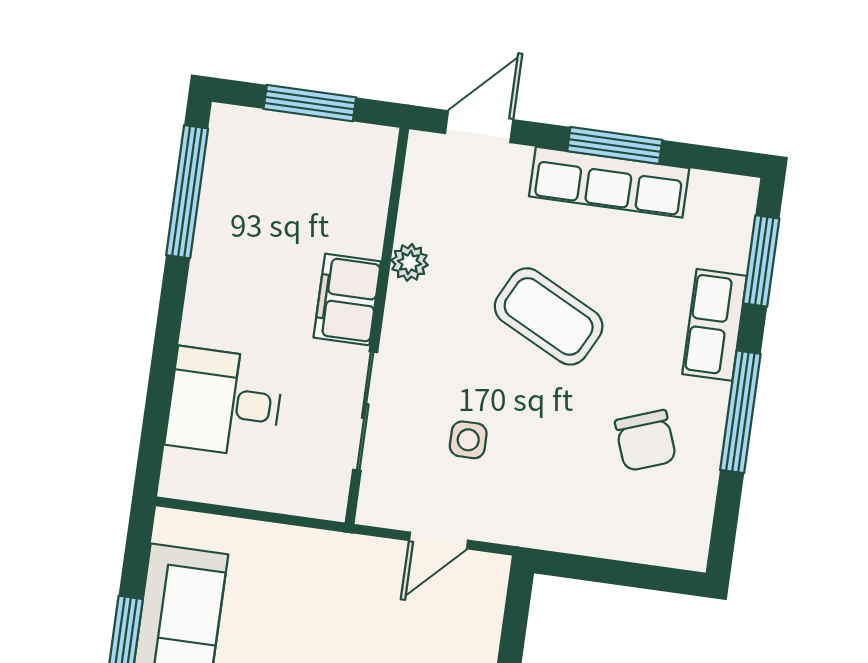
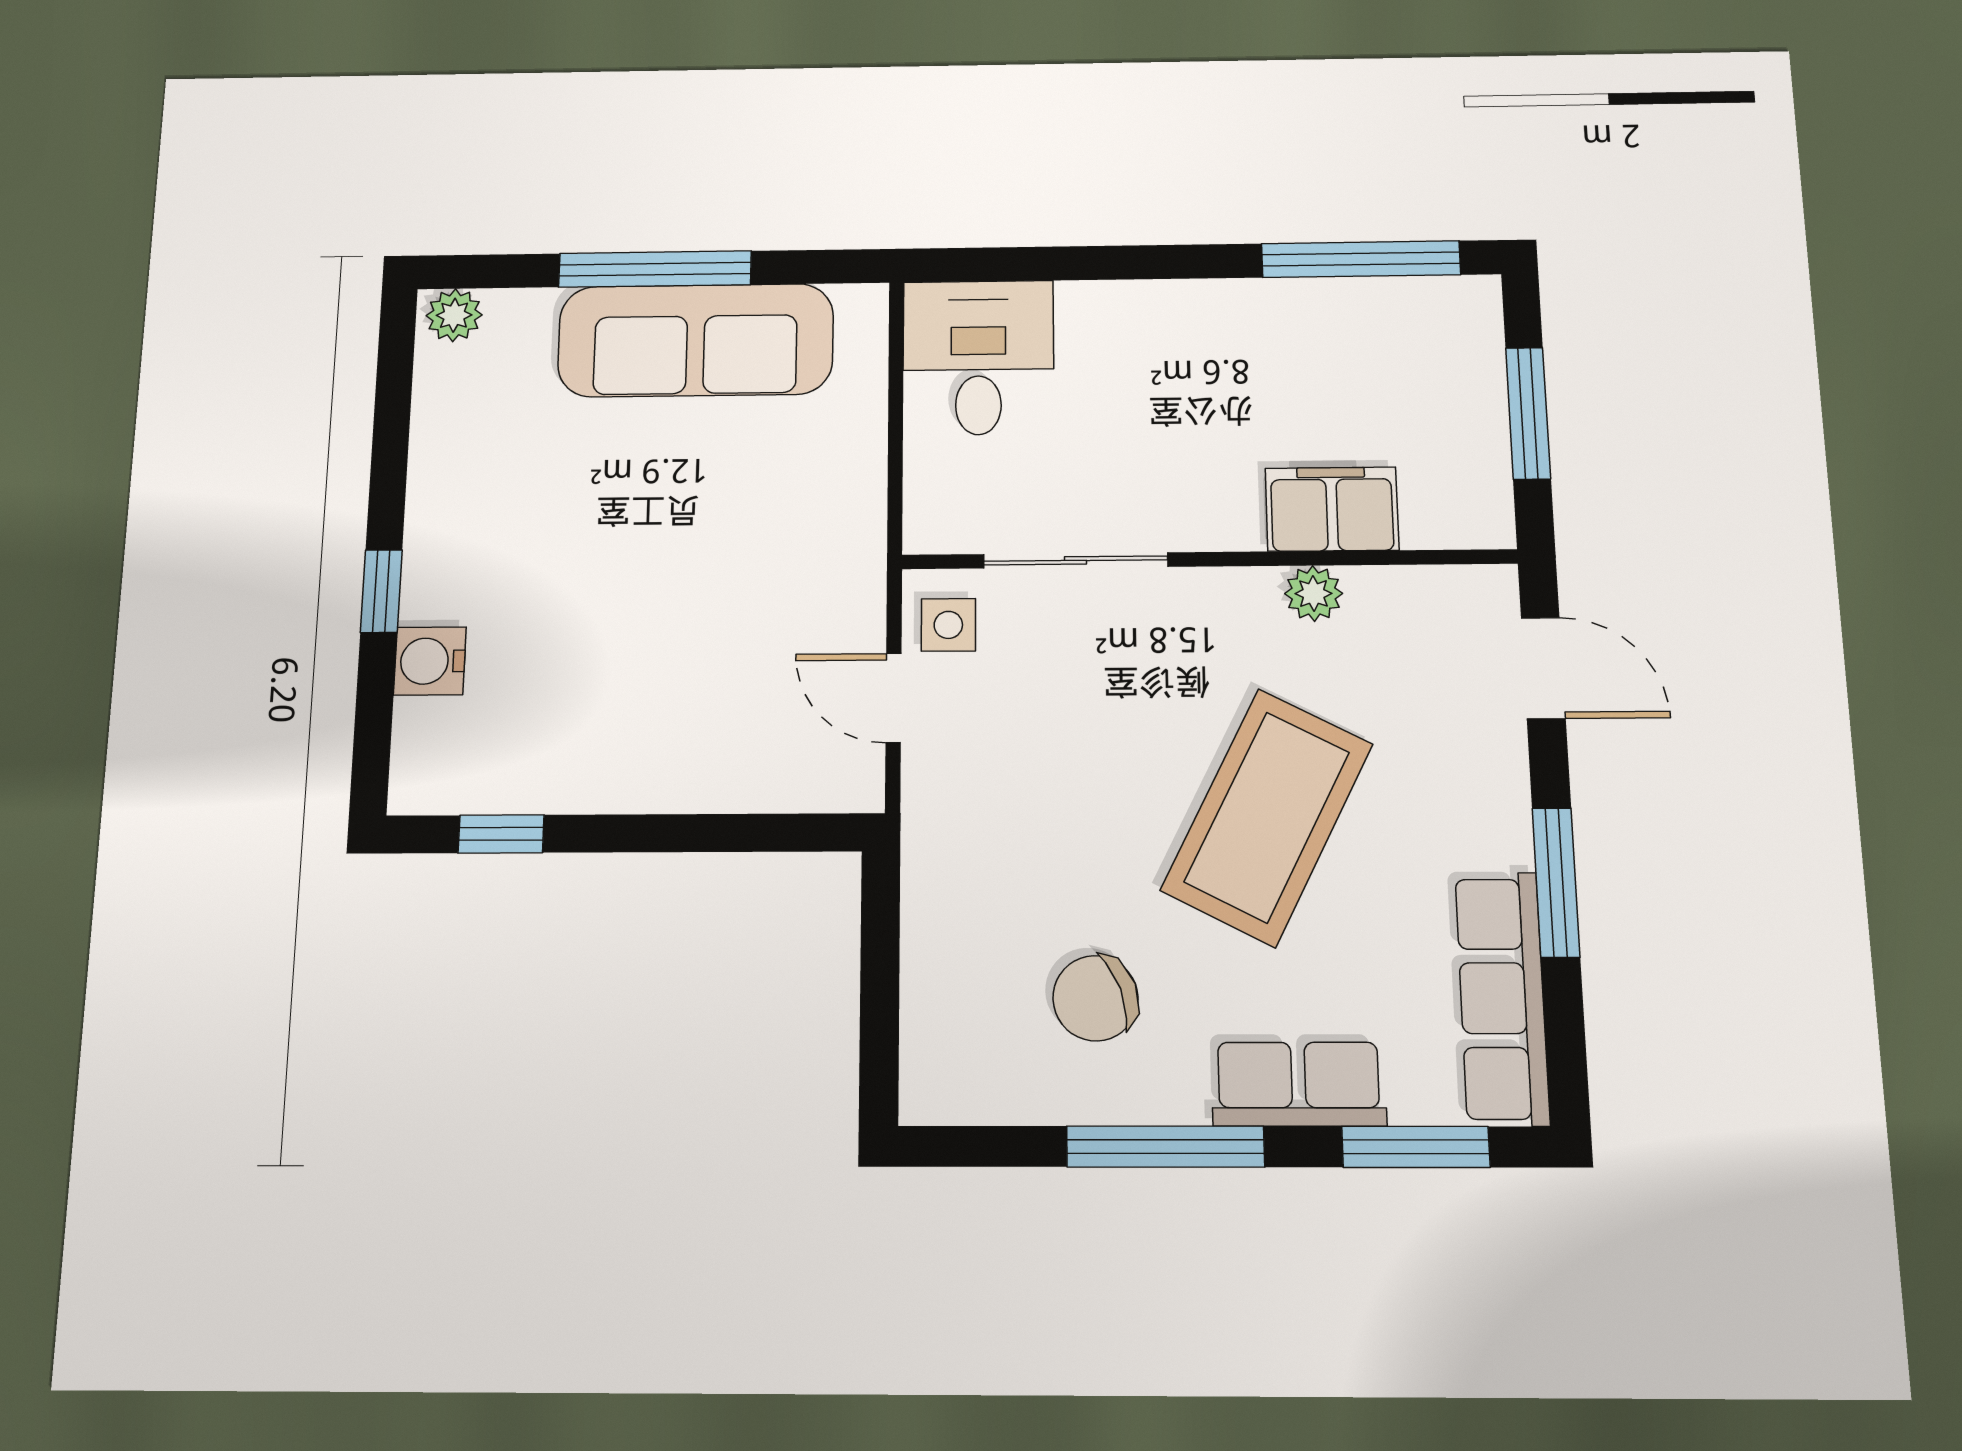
row of seats: (609, 182) -> (1502, 998), moved
filing cabinet: (347, 300) -> (1332, 509), moved
coffee table: (549, 316) -> (1267, 817), width x1.36, depth x1.32
desk: (225, 402) -> (978, 358), moved
side table: (468, 440) -> (948, 625), moved

